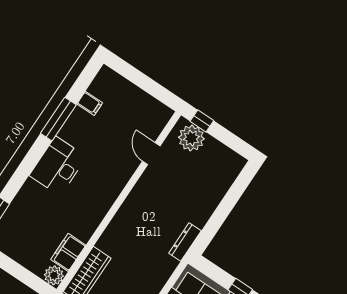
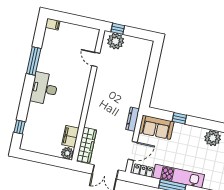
filing cabinet: (90, 103) -> (53, 24), moved
dresser: (185, 242) -> (133, 119), moved

